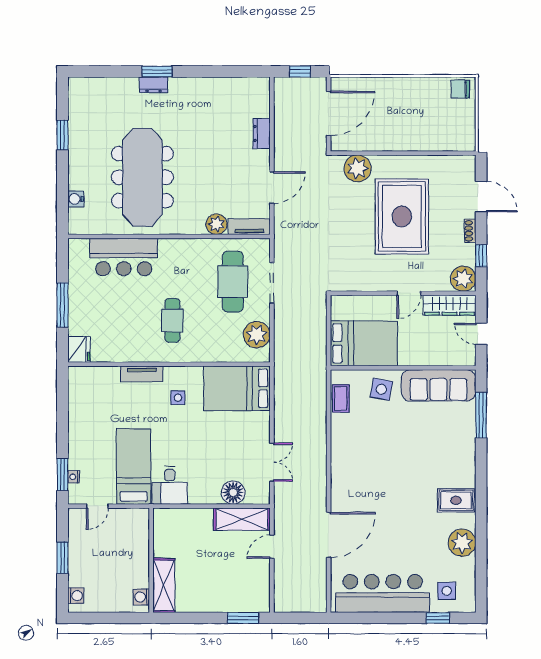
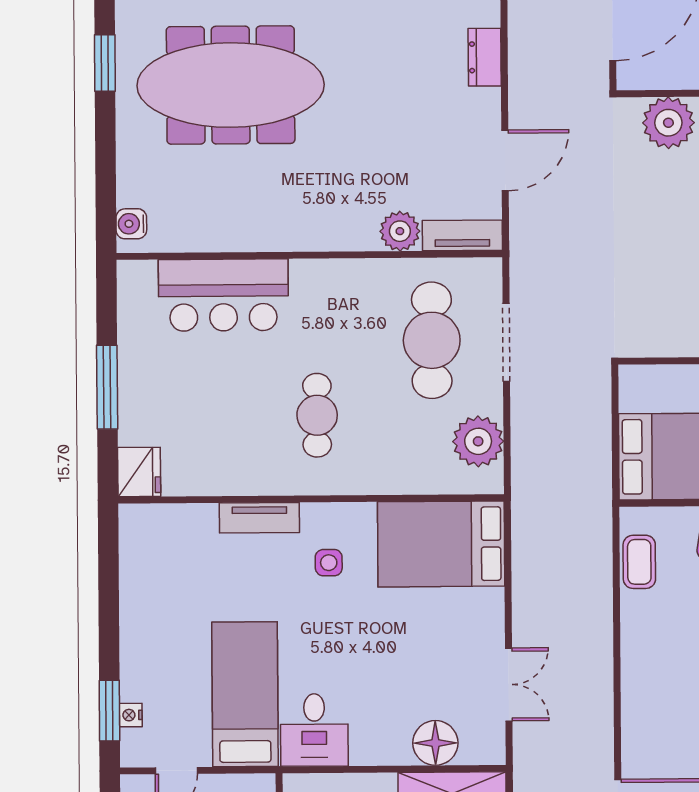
meeting table: (142, 177) -> (231, 85), moved, turned 90
water cooler: (76, 199) -> (131, 224), moved

